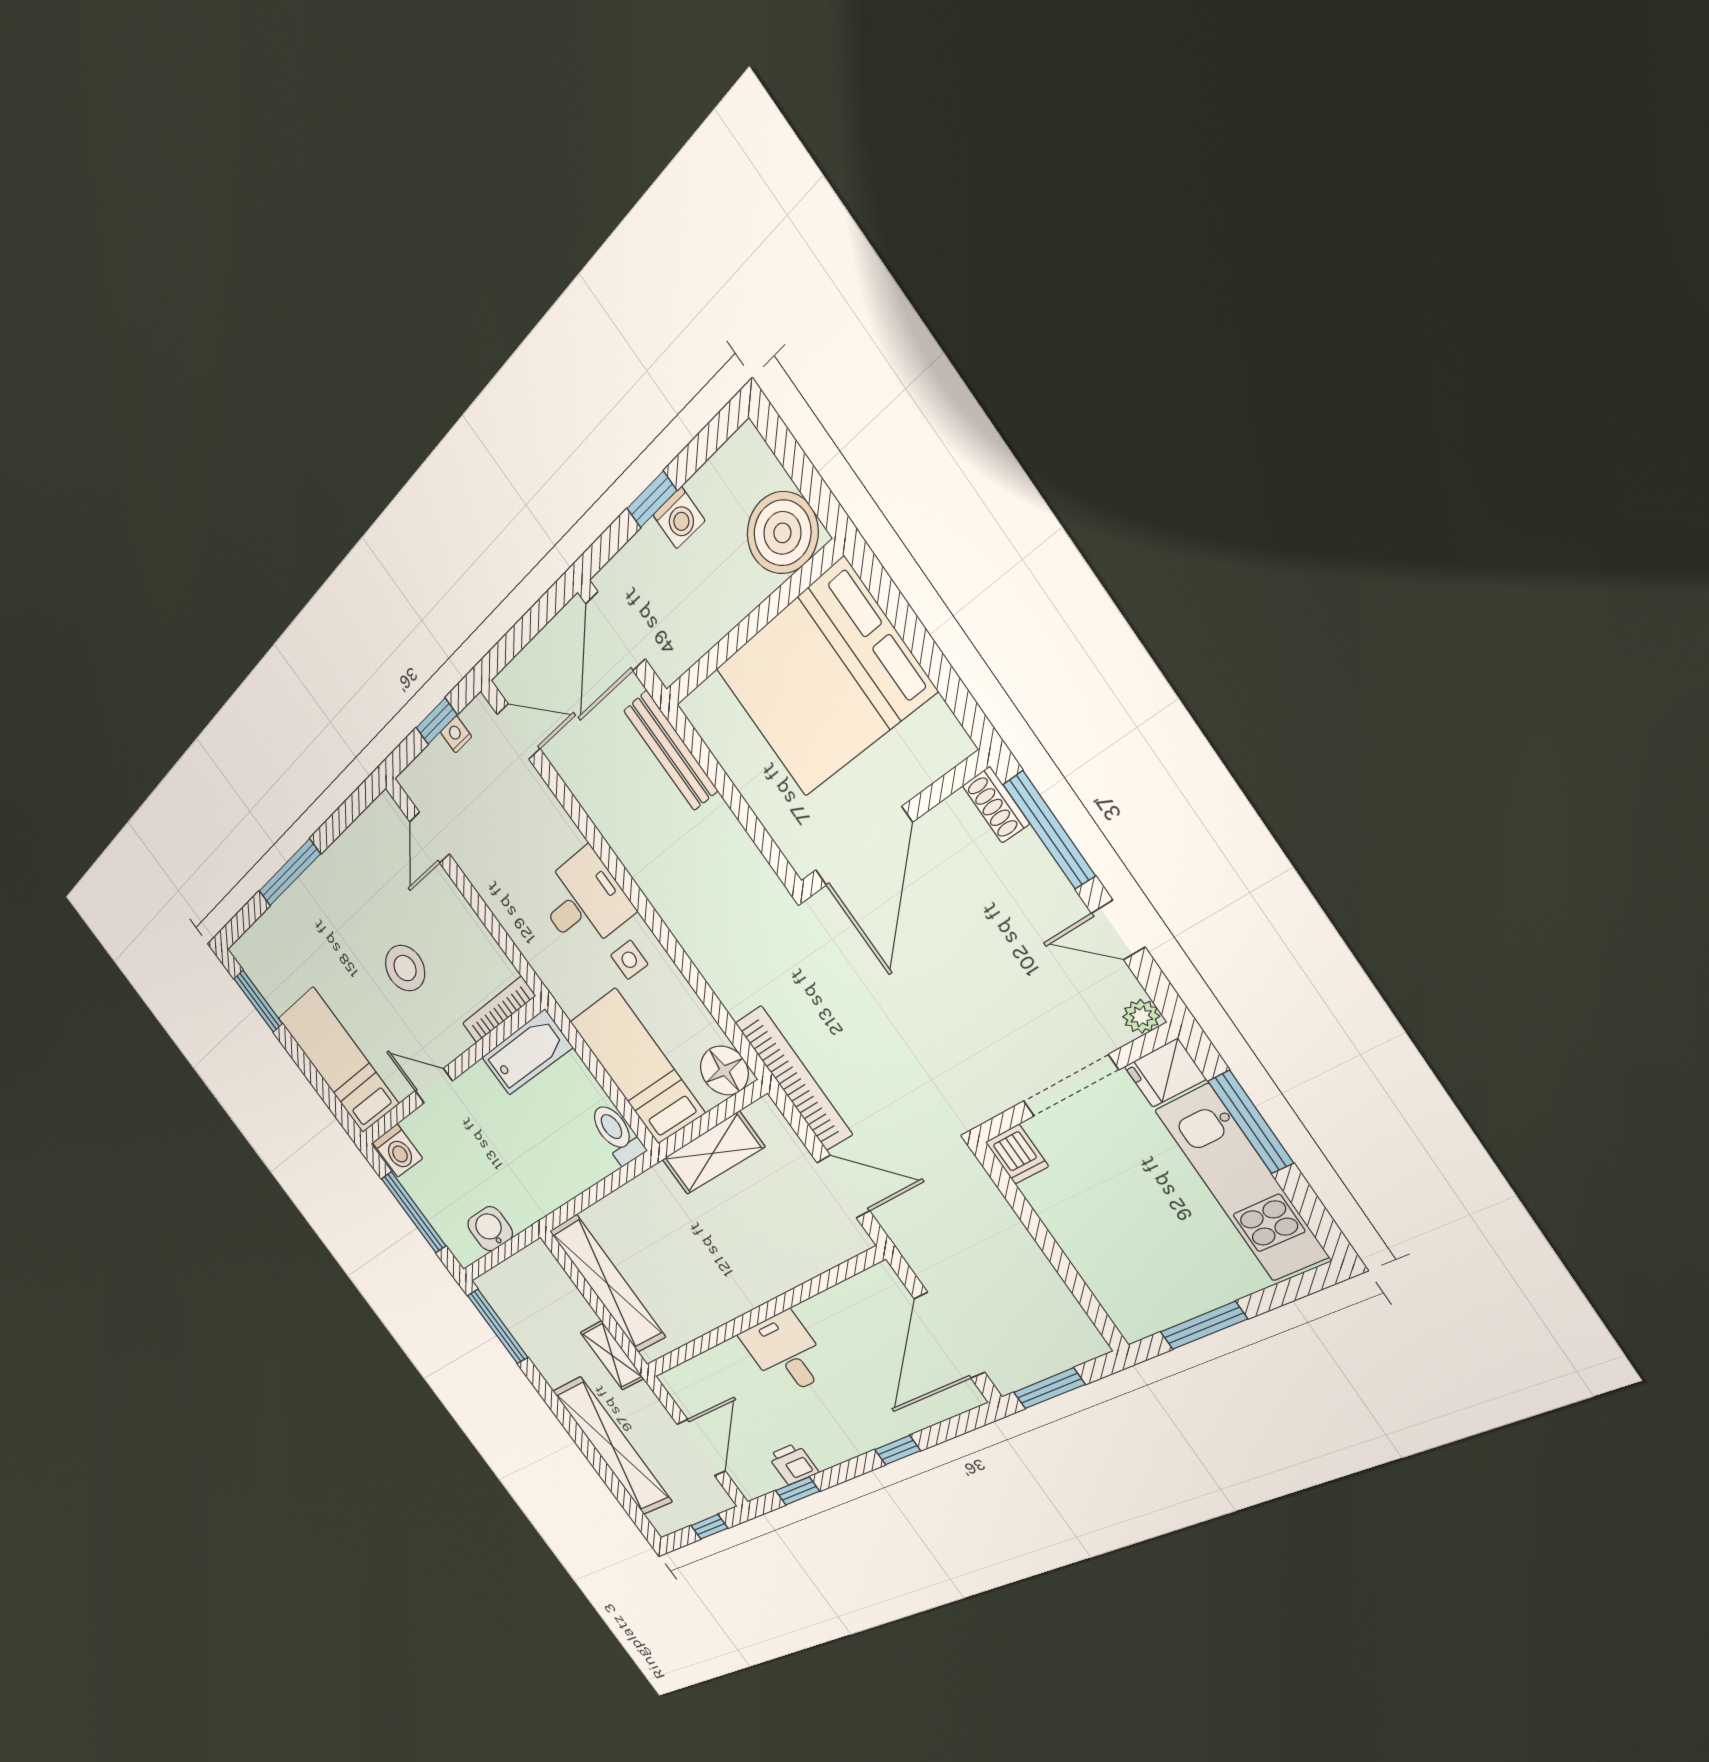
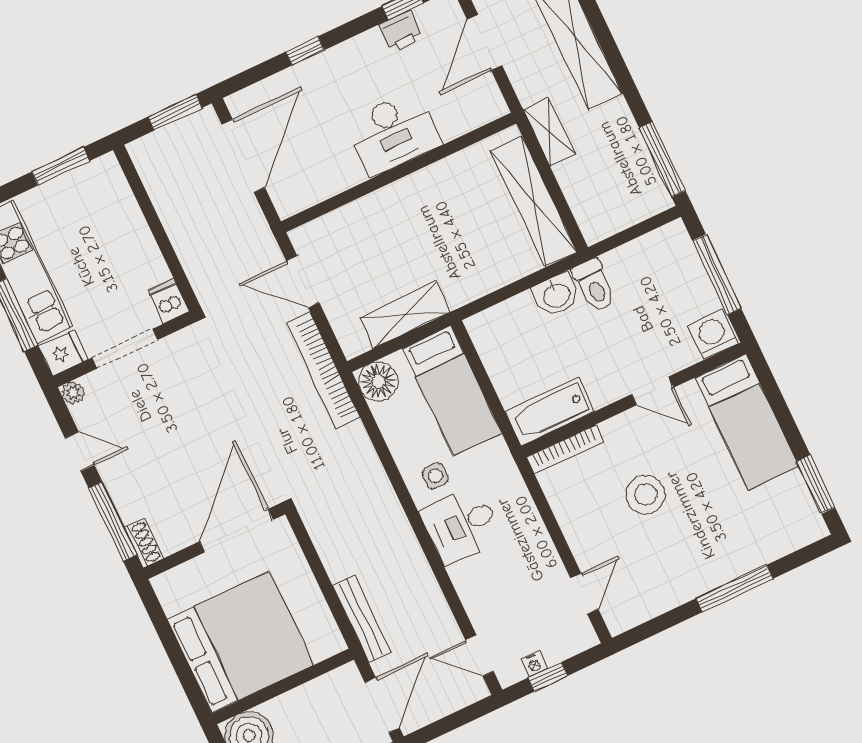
toilet: (617, 1134) -> (594, 285), moved
washbasin: (490, 1229) -> (556, 295), moved
desk: (786, 1353) -> (393, 133), width x1.37

